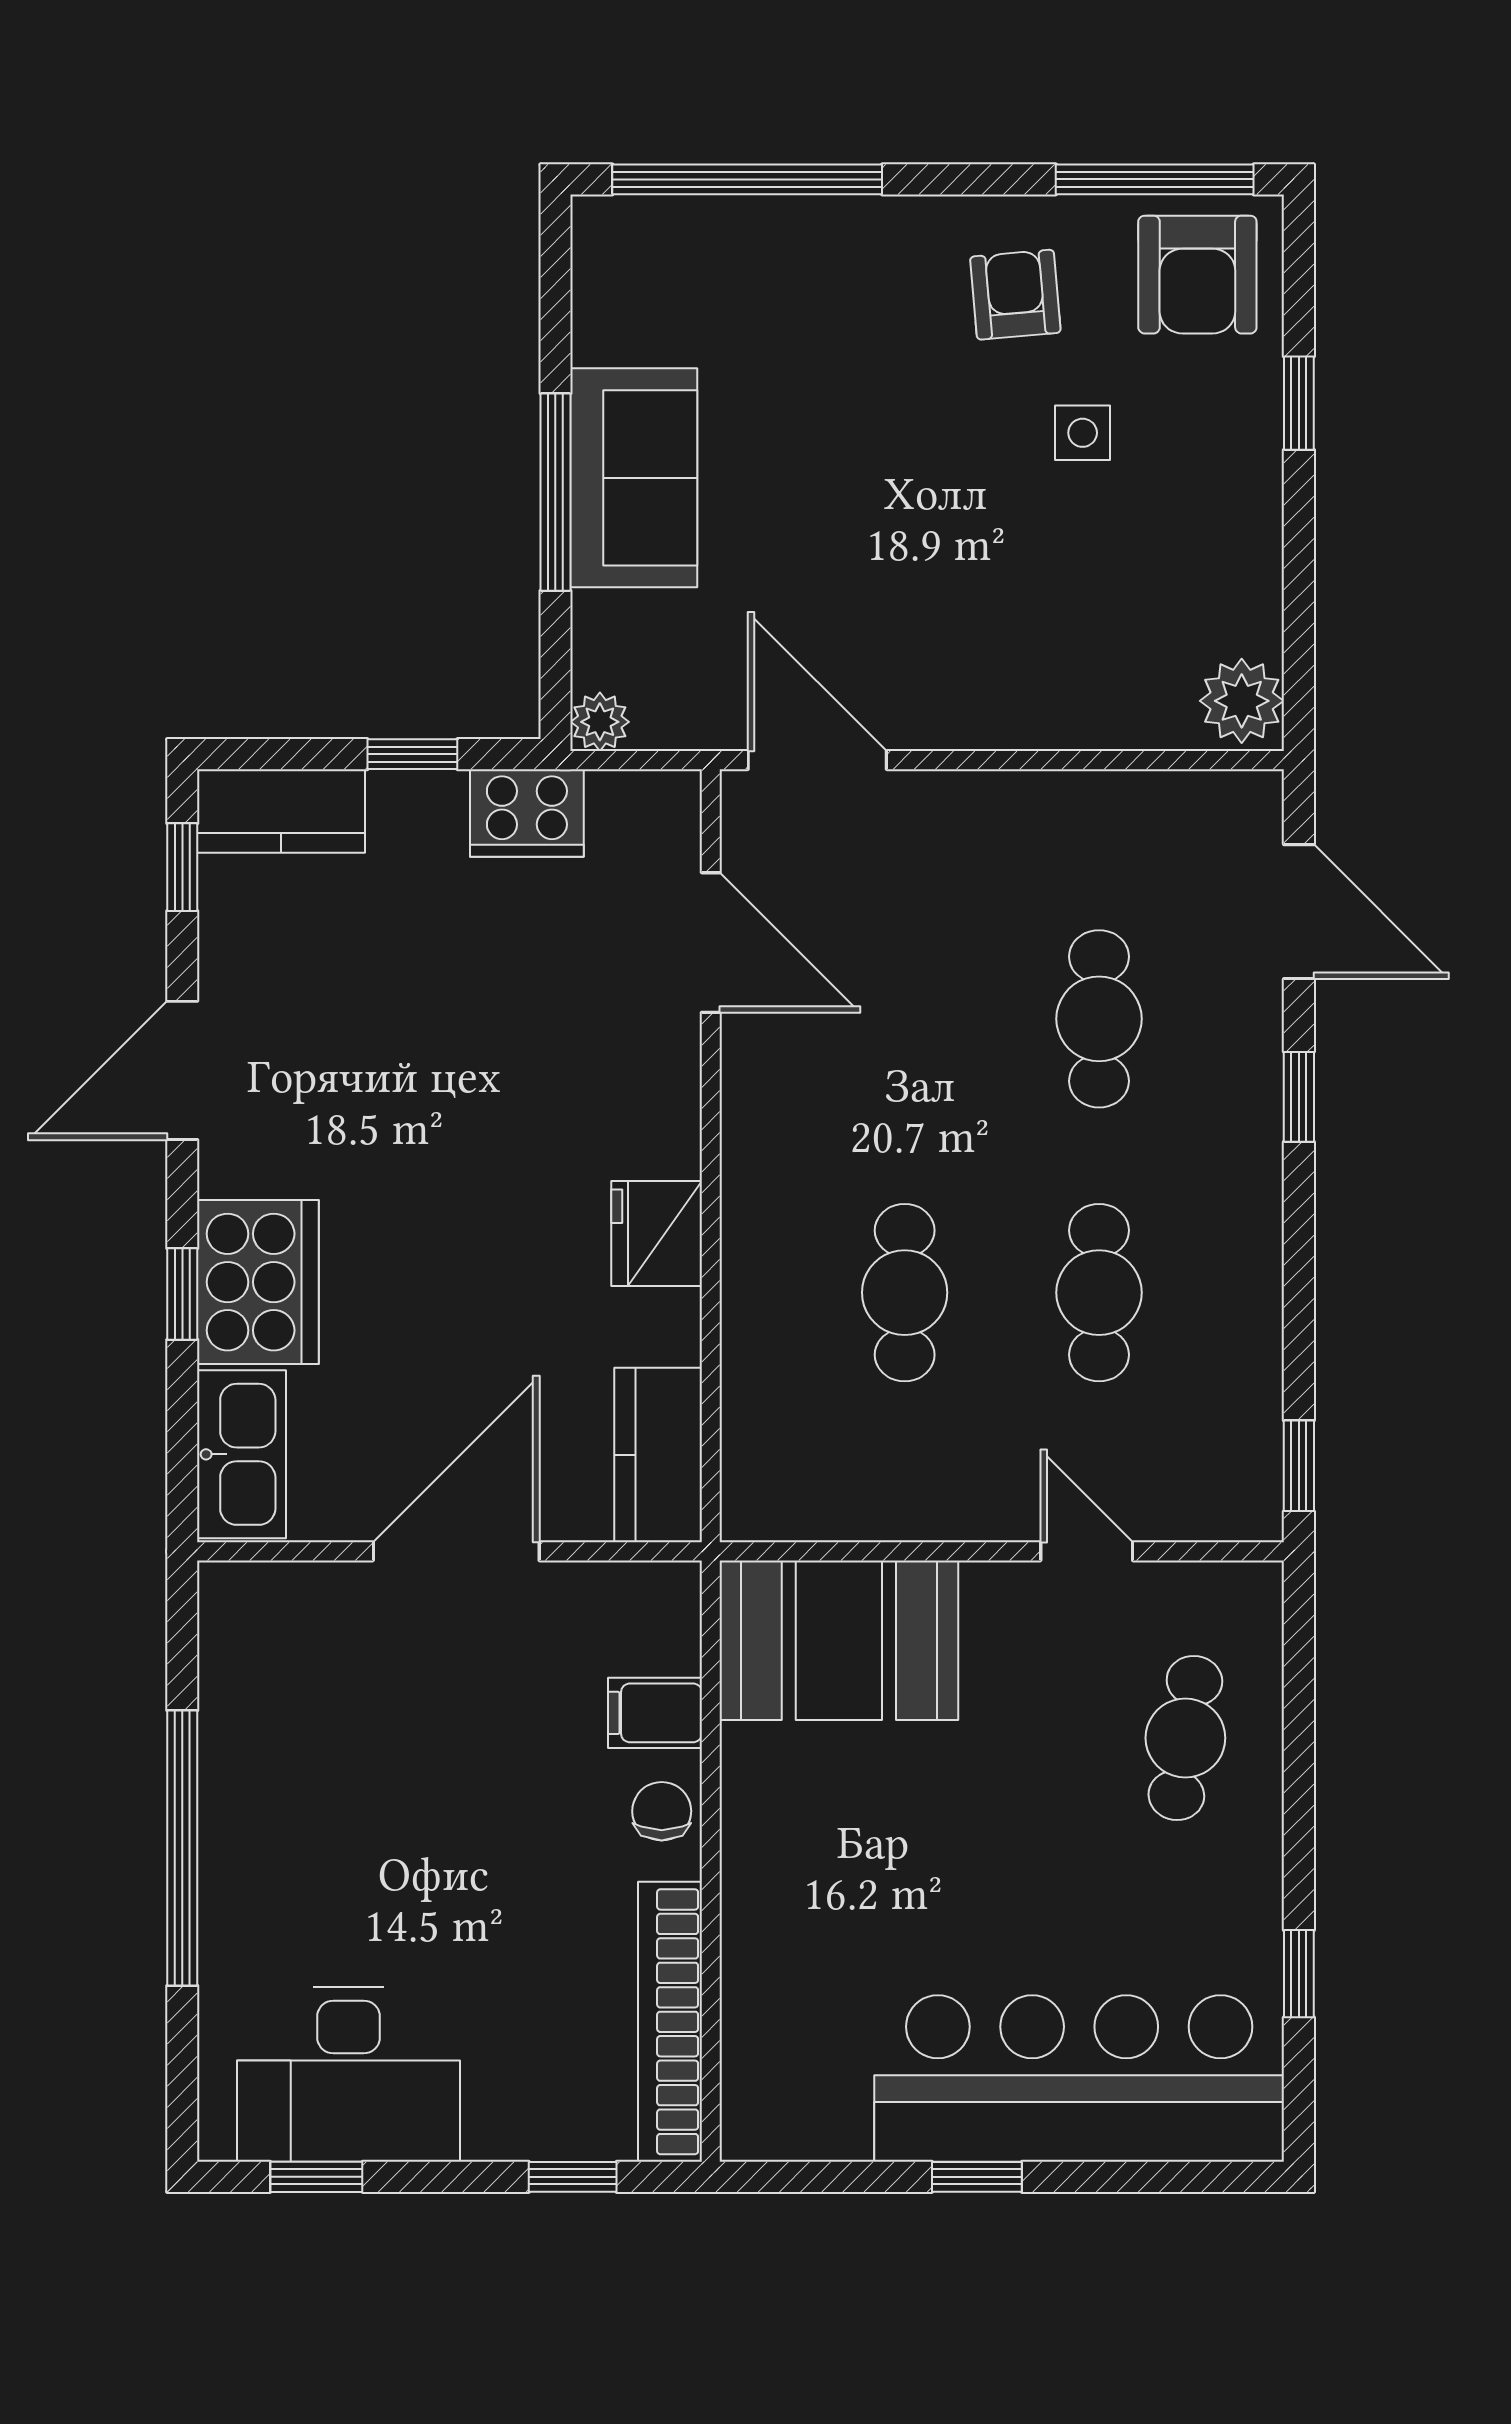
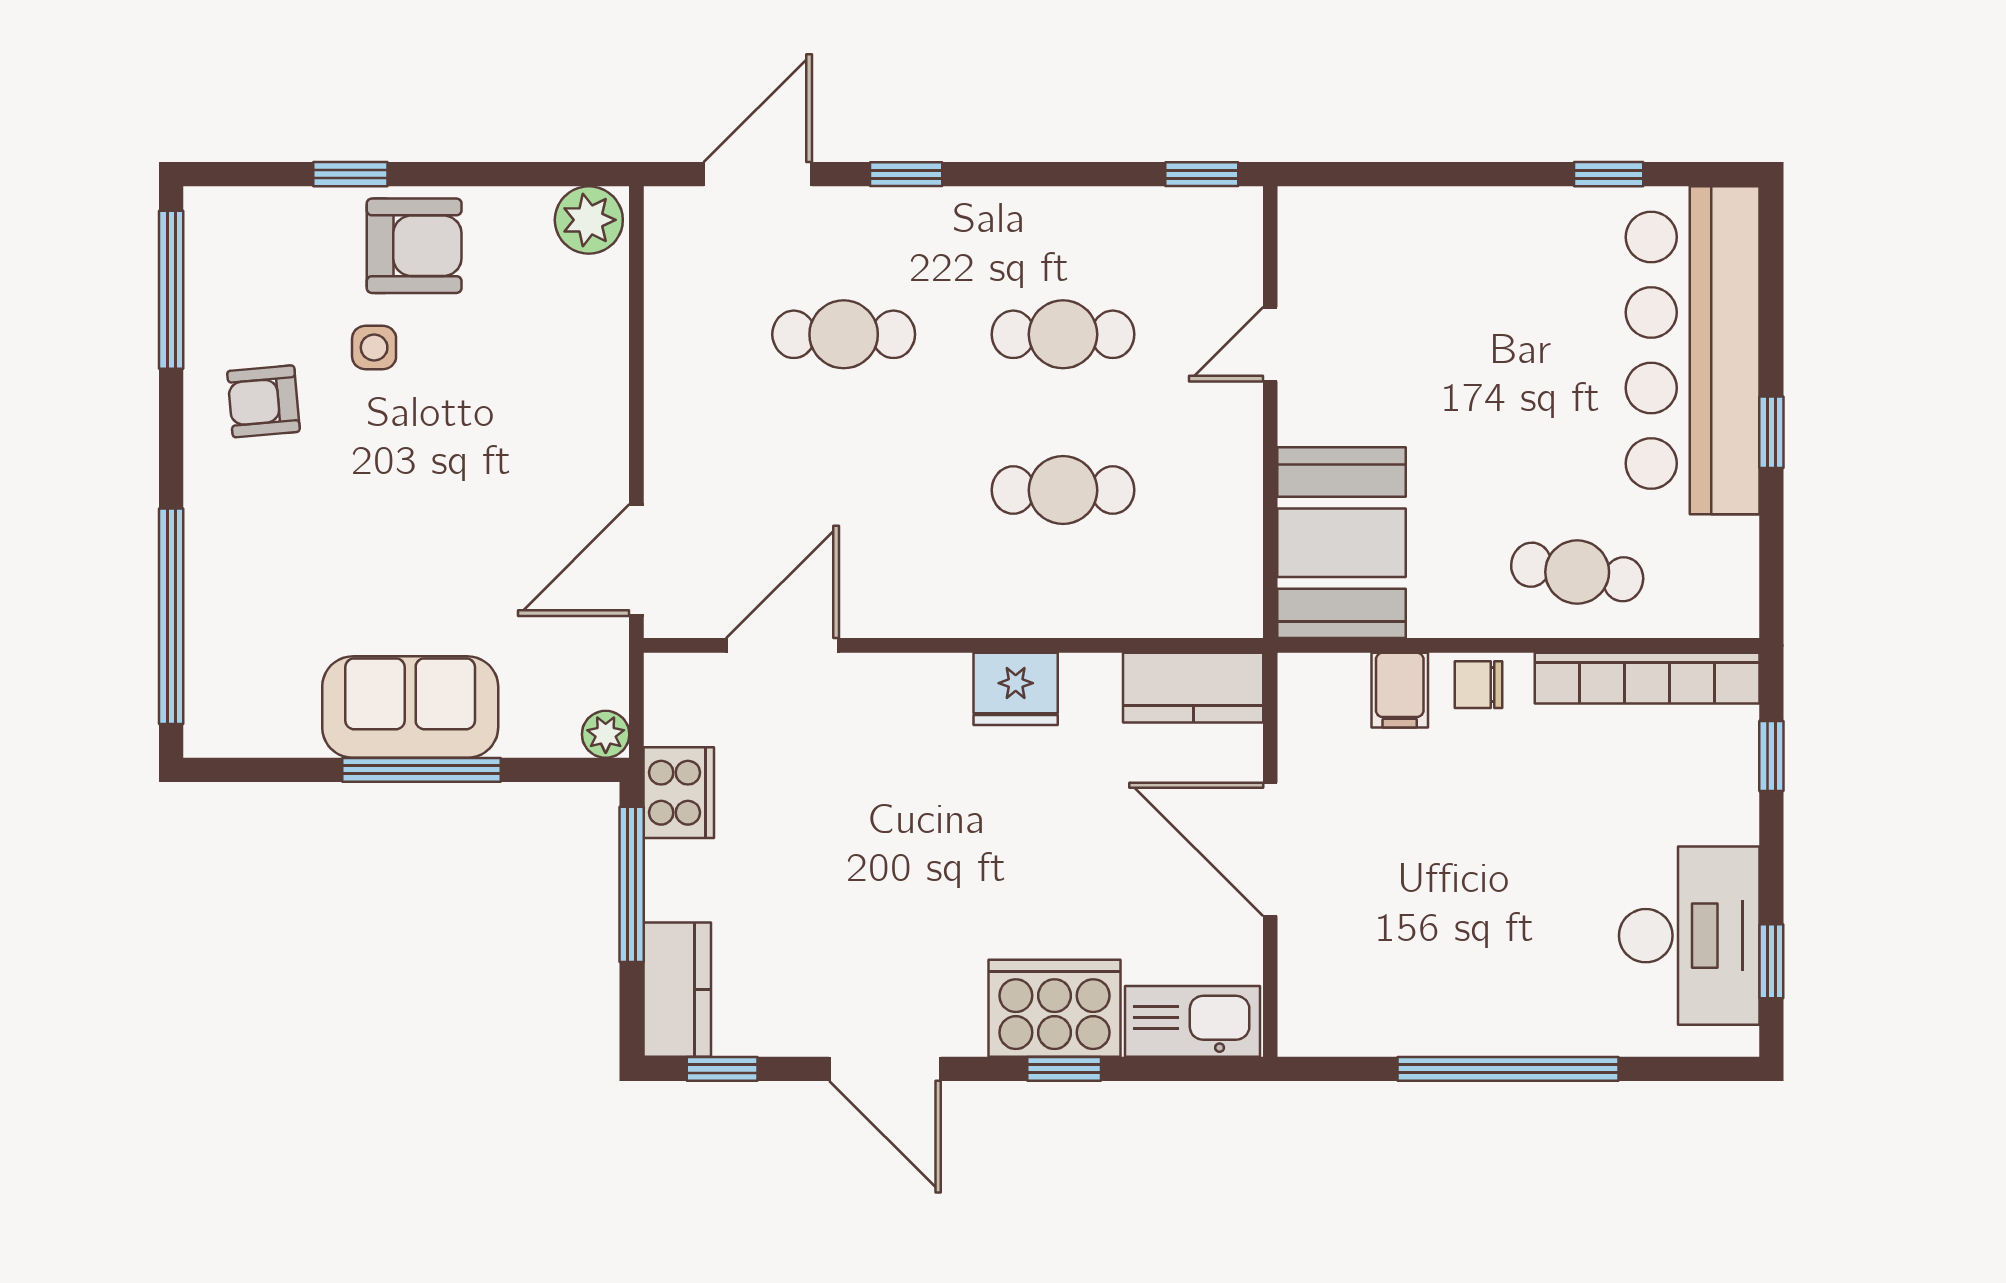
armchair: (1197, 275) -> (414, 246), moved
window: (412, 754) -> (632, 884), width x2.17
cafe table: (1185, 1738) -> (1577, 572), moved

